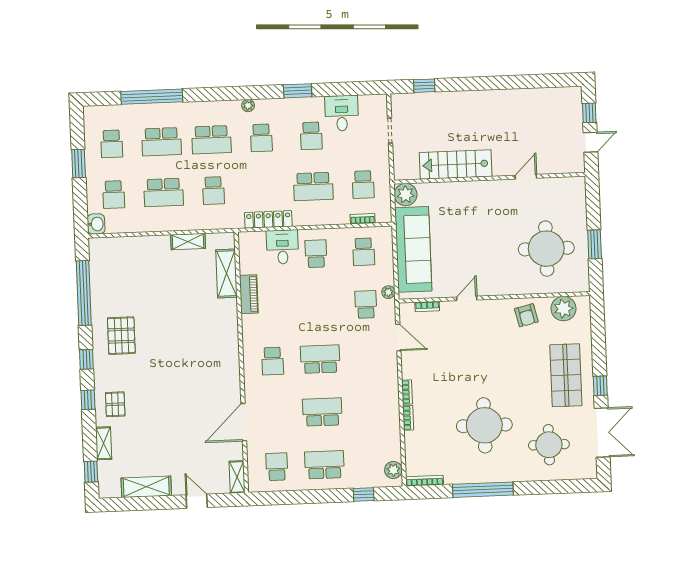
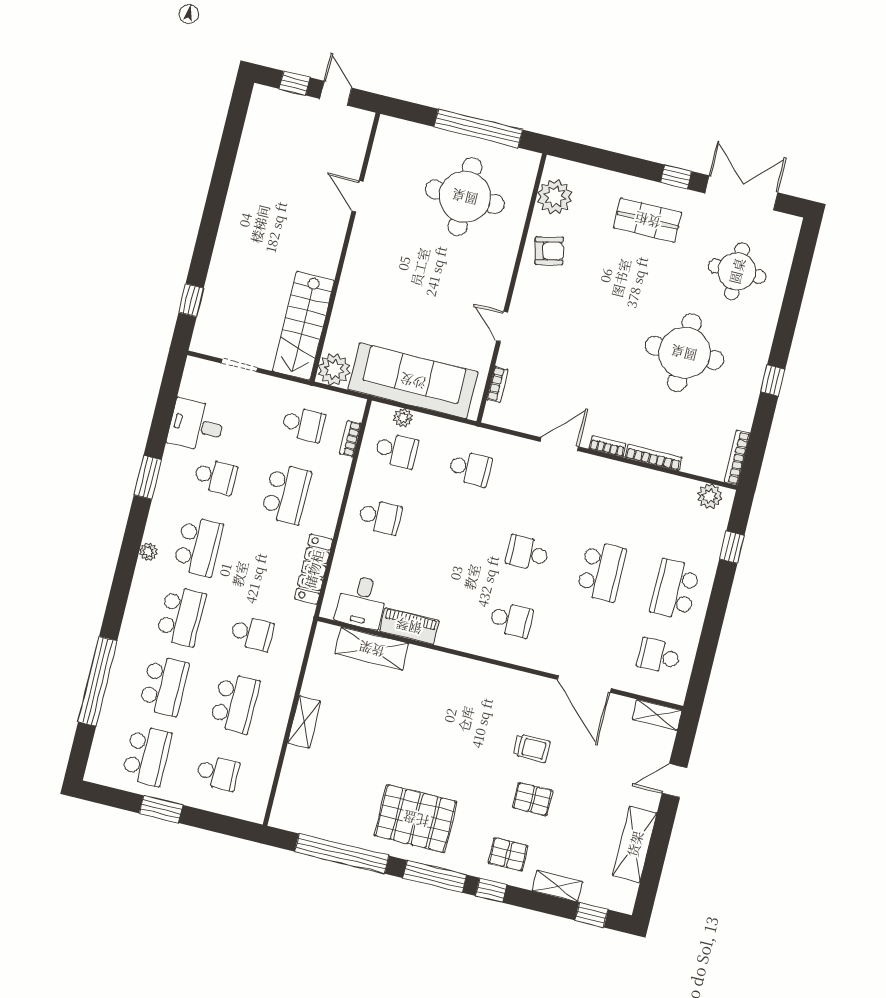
school desk: (261, 138) -> (198, 546), width x1.85
school desk: (112, 144) -> (147, 756), width x1.85
stairs: (456, 164) -> (303, 326), moved
washbasin: (96, 224) -> (251, 809), removed
shelving: (188, 242) -> (304, 722), moved
window: (595, 244) -> (478, 128), width x2.11
desk: (282, 247) -> (361, 602), moved, turned -90
school desk: (316, 254) -> (380, 517), turned 180
plant: (388, 292) -> (403, 418), moved
school desk: (366, 304) -> (470, 468), turned 180
pallet: (121, 336) -> (416, 819), width x1.37, depth x1.41
door: (398, 337) -> (559, 444), moved
window: (86, 359) -> (435, 876), width x2.17
school desk: (320, 359) -> (528, 553), width x0.54
shop shelf: (566, 375) -> (648, 220), width x0.70, depth x0.74
trolley: (191, 399) -> (532, 748), added
pallet: (157, 410) -> (533, 799), added
school desk: (322, 412) -> (601, 571), turned 180
bookcase: (408, 418) -> (653, 457), width x1.56
window: (483, 490) -> (773, 380), width x0.32

